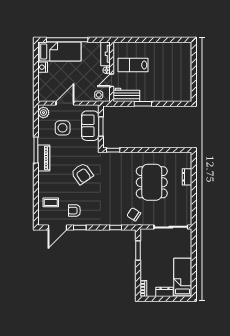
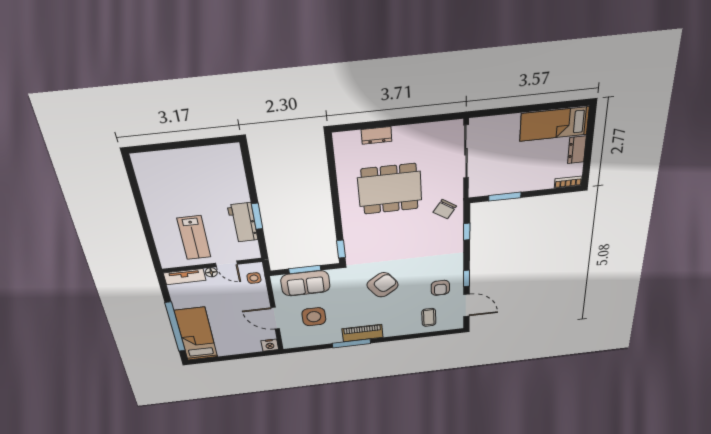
nightstand: (43, 67) -> (270, 345), moved
workbench: (126, 95) -> (243, 223), moved
plant: (43, 113) -> (294, 341), removed

